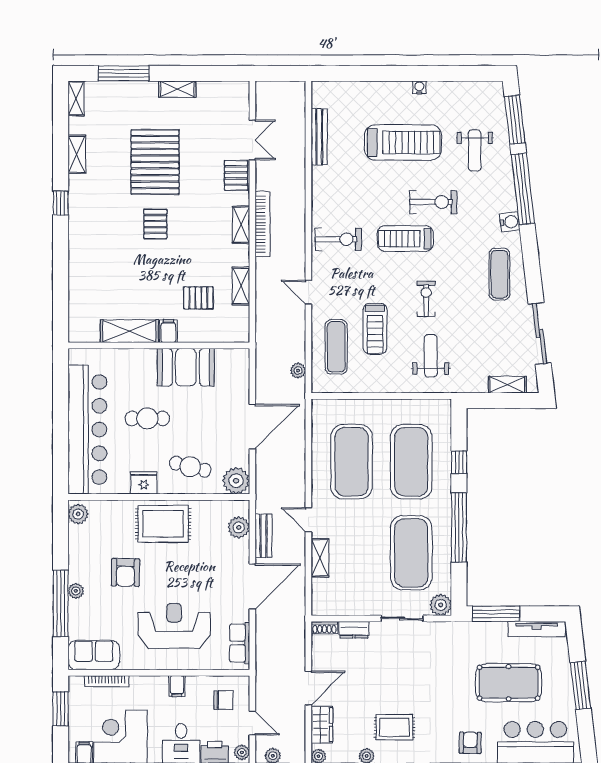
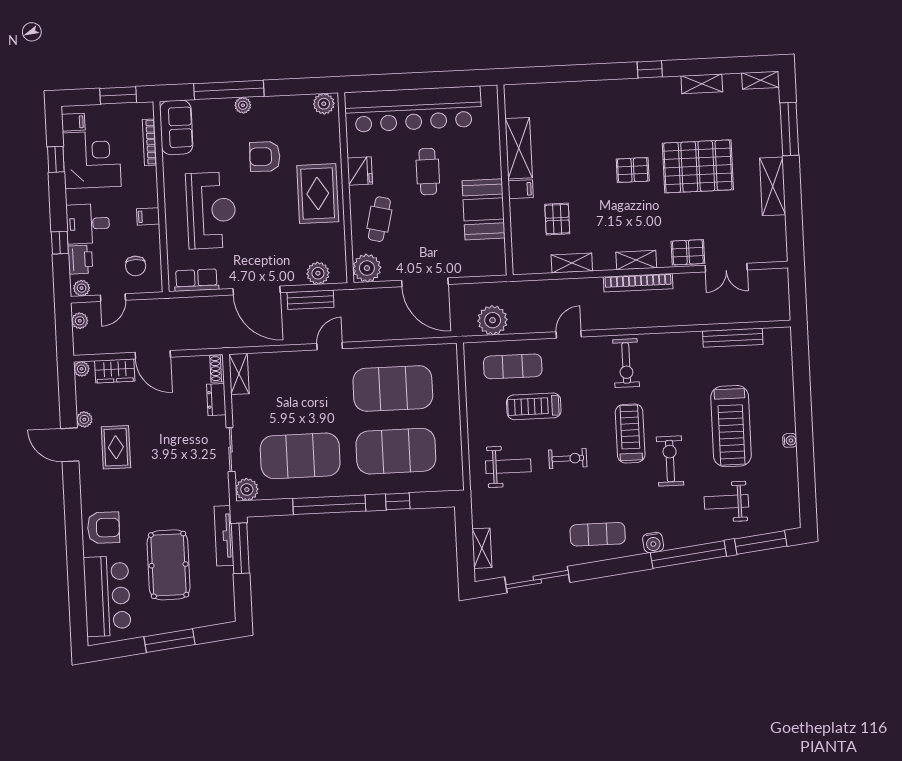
shelving: (177, 89) -> (773, 186), width x1.50, depth x1.33
exercise bike: (433, 202) -> (670, 461), turned 180
plant: (298, 371) -> (493, 320), width x1.88, depth x1.88
shelving: (320, 558) -> (239, 374), moved, turned 90
tv unit: (537, 629) -> (224, 536), moved
armchair: (470, 743) -> (103, 528), width x1.38, depth x1.38

